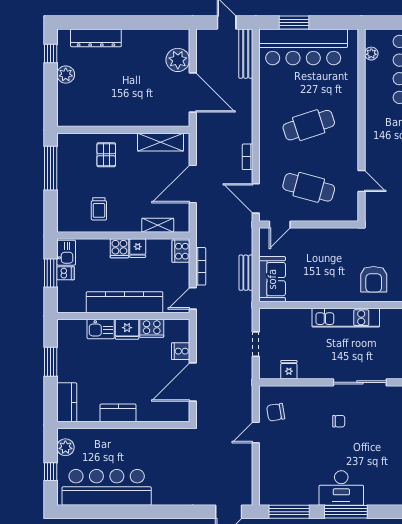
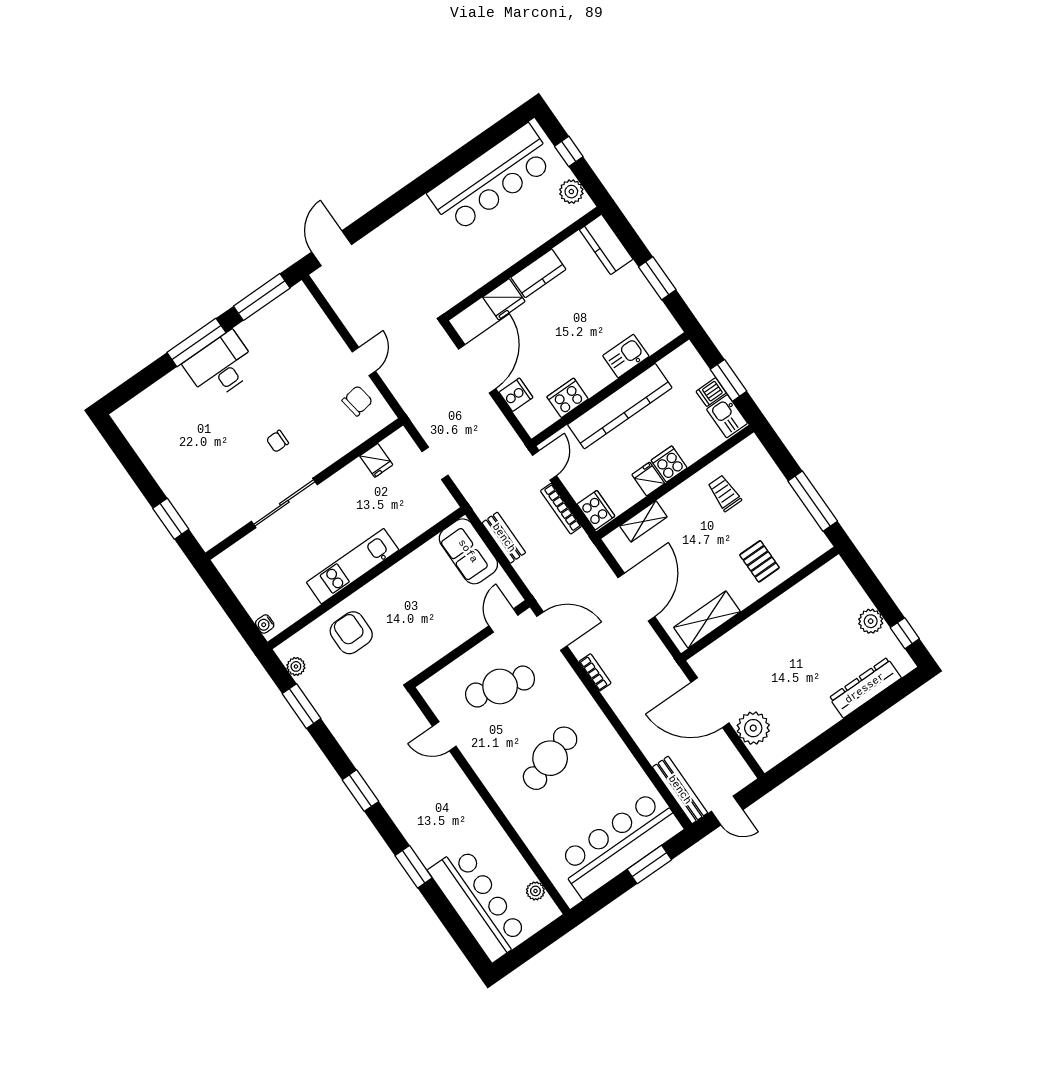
fridge: (127, 329) -> (504, 299), moved, turned 180

